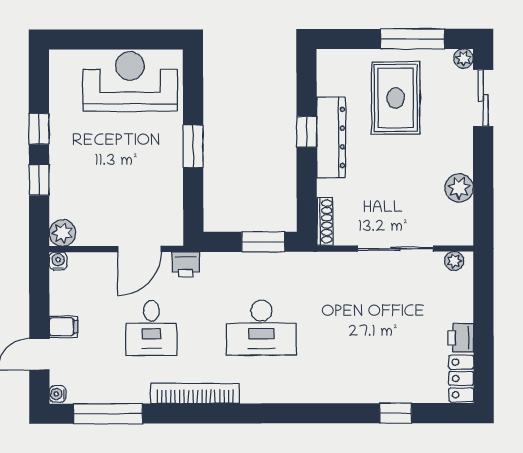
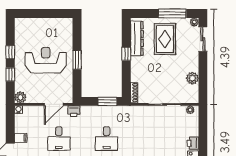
reception desk: (130, 81) -> (46, 60), moved
dresser: (331, 137) -> (137, 39), moved
desk: (261, 328) -> (107, 139), width x0.73

